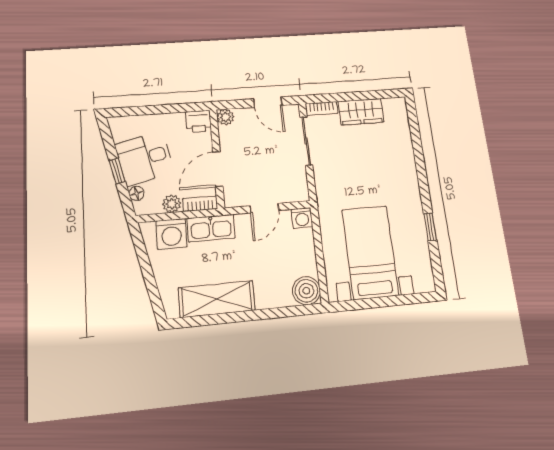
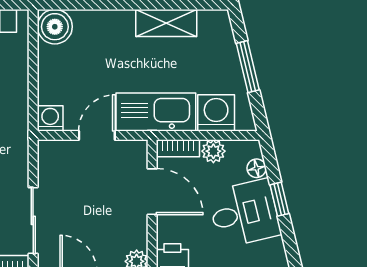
door: (218, 169) -> (152, 192), hinge flipped
kitchen sink: (211, 228) -> (156, 112), width x1.36, depth x1.24
window: (148, 273) -> (248, 67), added
shelving: (217, 299) -> (166, 23), width x0.67, depth x0.75

